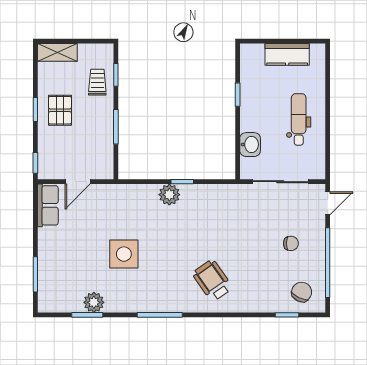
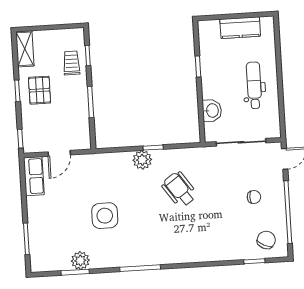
shelving: (57, 52) -> (25, 49), moved, turned 90
wheelchair: (212, 280) -> (179, 189), moved

